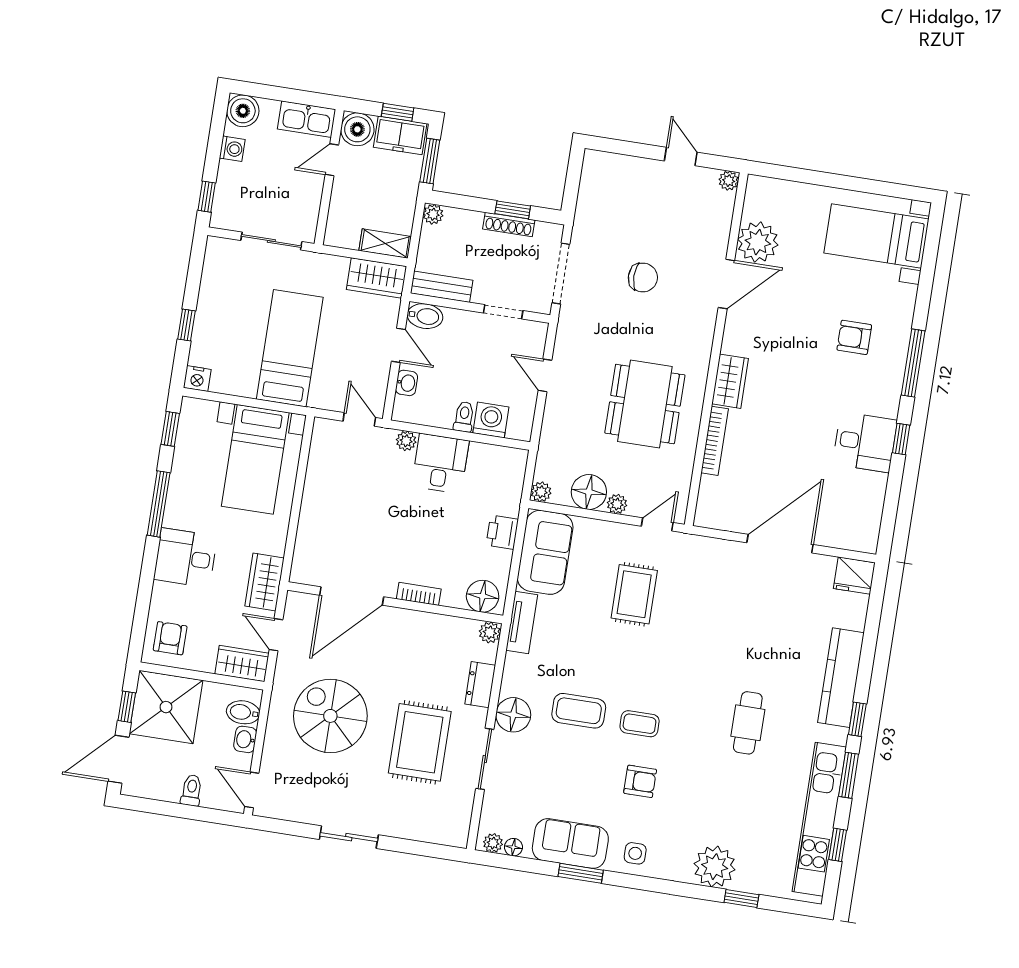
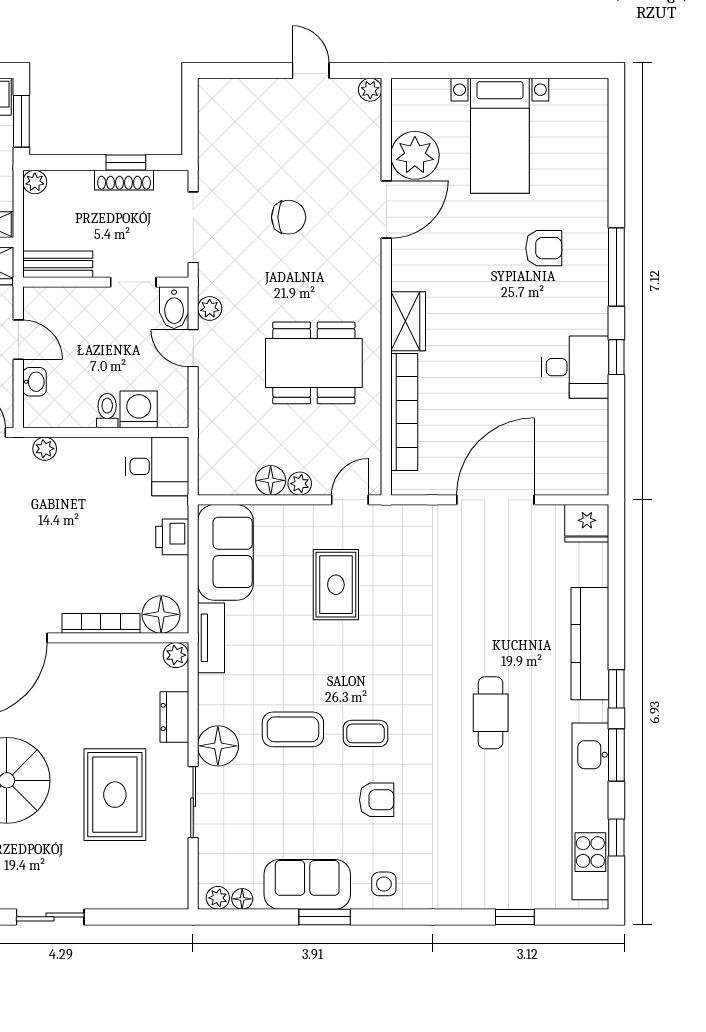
bed with nightstands: (876, 236) -> (500, 136), moved, turned -90
bidet: (425, 316) -> (174, 308), moved, turned 90
armchair: (854, 337) -> (544, 248), turned 180
dining table: (645, 404) -> (314, 363), turned 90
bookcase: (715, 441) -> (404, 412), width x1.48, depth x1.31
desk: (440, 463) -> (157, 466), moved, turned 90
plant: (541, 492) -> (210, 308), moved
floor lamp: (589, 492) -> (271, 480), width x0.73, depth x0.73
bookcase: (419, 594) -> (101, 623), width x1.56
plant: (715, 867) -> (478, 885), removed

